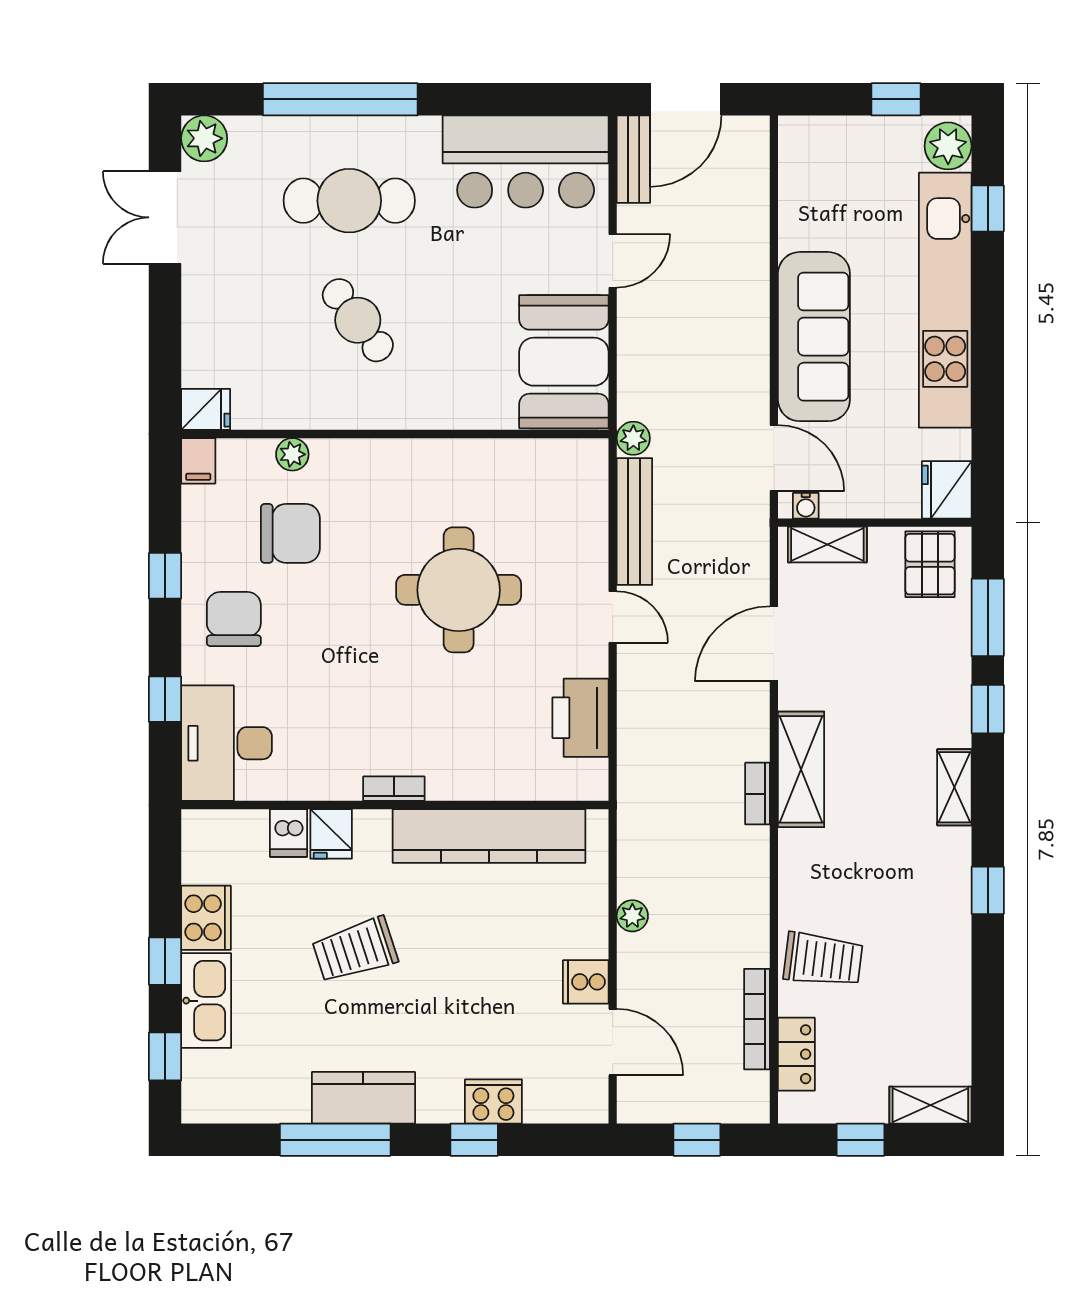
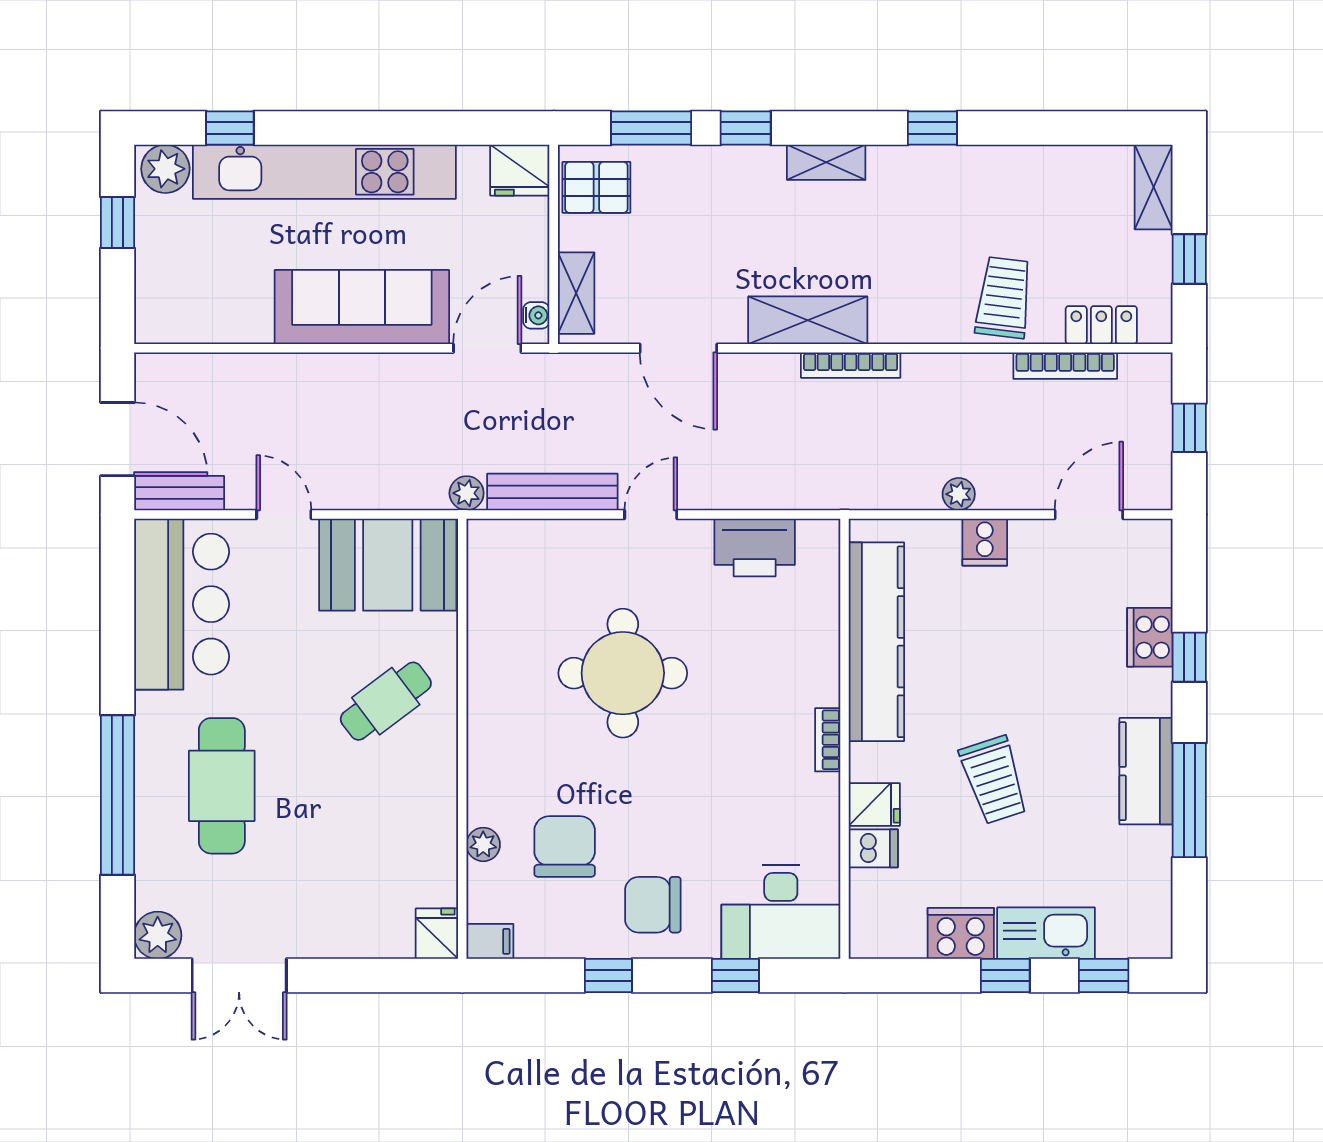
cafe table: (358, 320) -> (386, 701), moved
bookcase: (758, 794) -> (851, 365), width x1.56
cooker: (586, 982) -> (985, 542), moved

